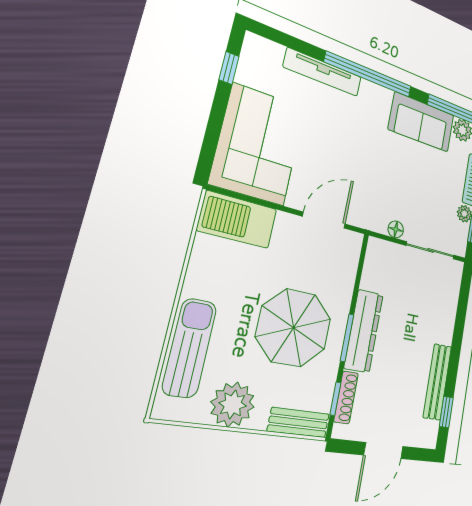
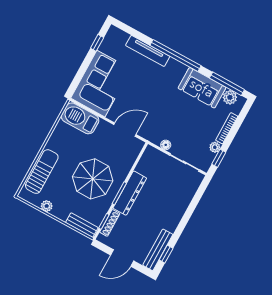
bench: (437, 382) -> (158, 250), moved
plant: (233, 404) -> (47, 206), width x0.53, depth x0.53

